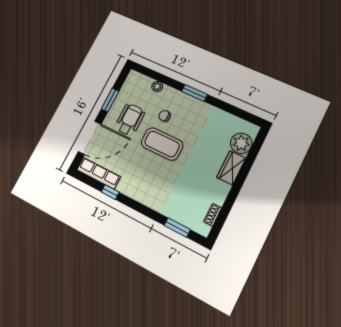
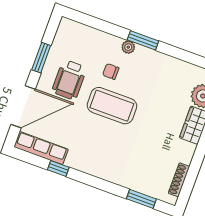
plant: (157, 86) -> (128, 47), moved
wheelchair: (130, 120) -> (69, 80), turned 180
shoe rack: (213, 215) -> (179, 180), width x1.43

